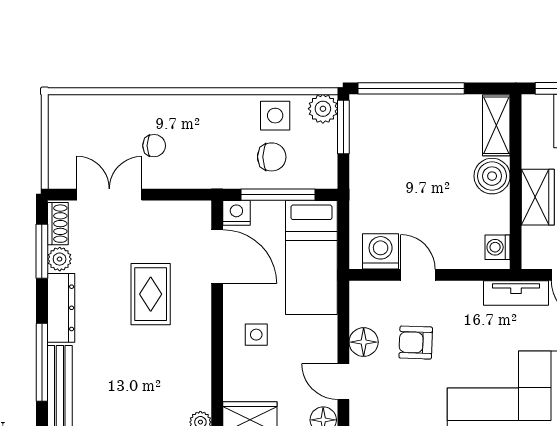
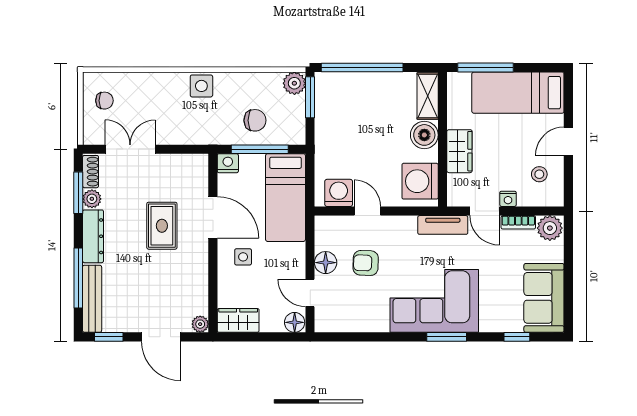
side table: (275, 116) -> (201, 86), moved
chair: (154, 146) -> (104, 101), moved
washing machine: (498, 247) -> (420, 181), width x1.89, depth x1.89
door: (217, 256) -> (213, 217), moved

